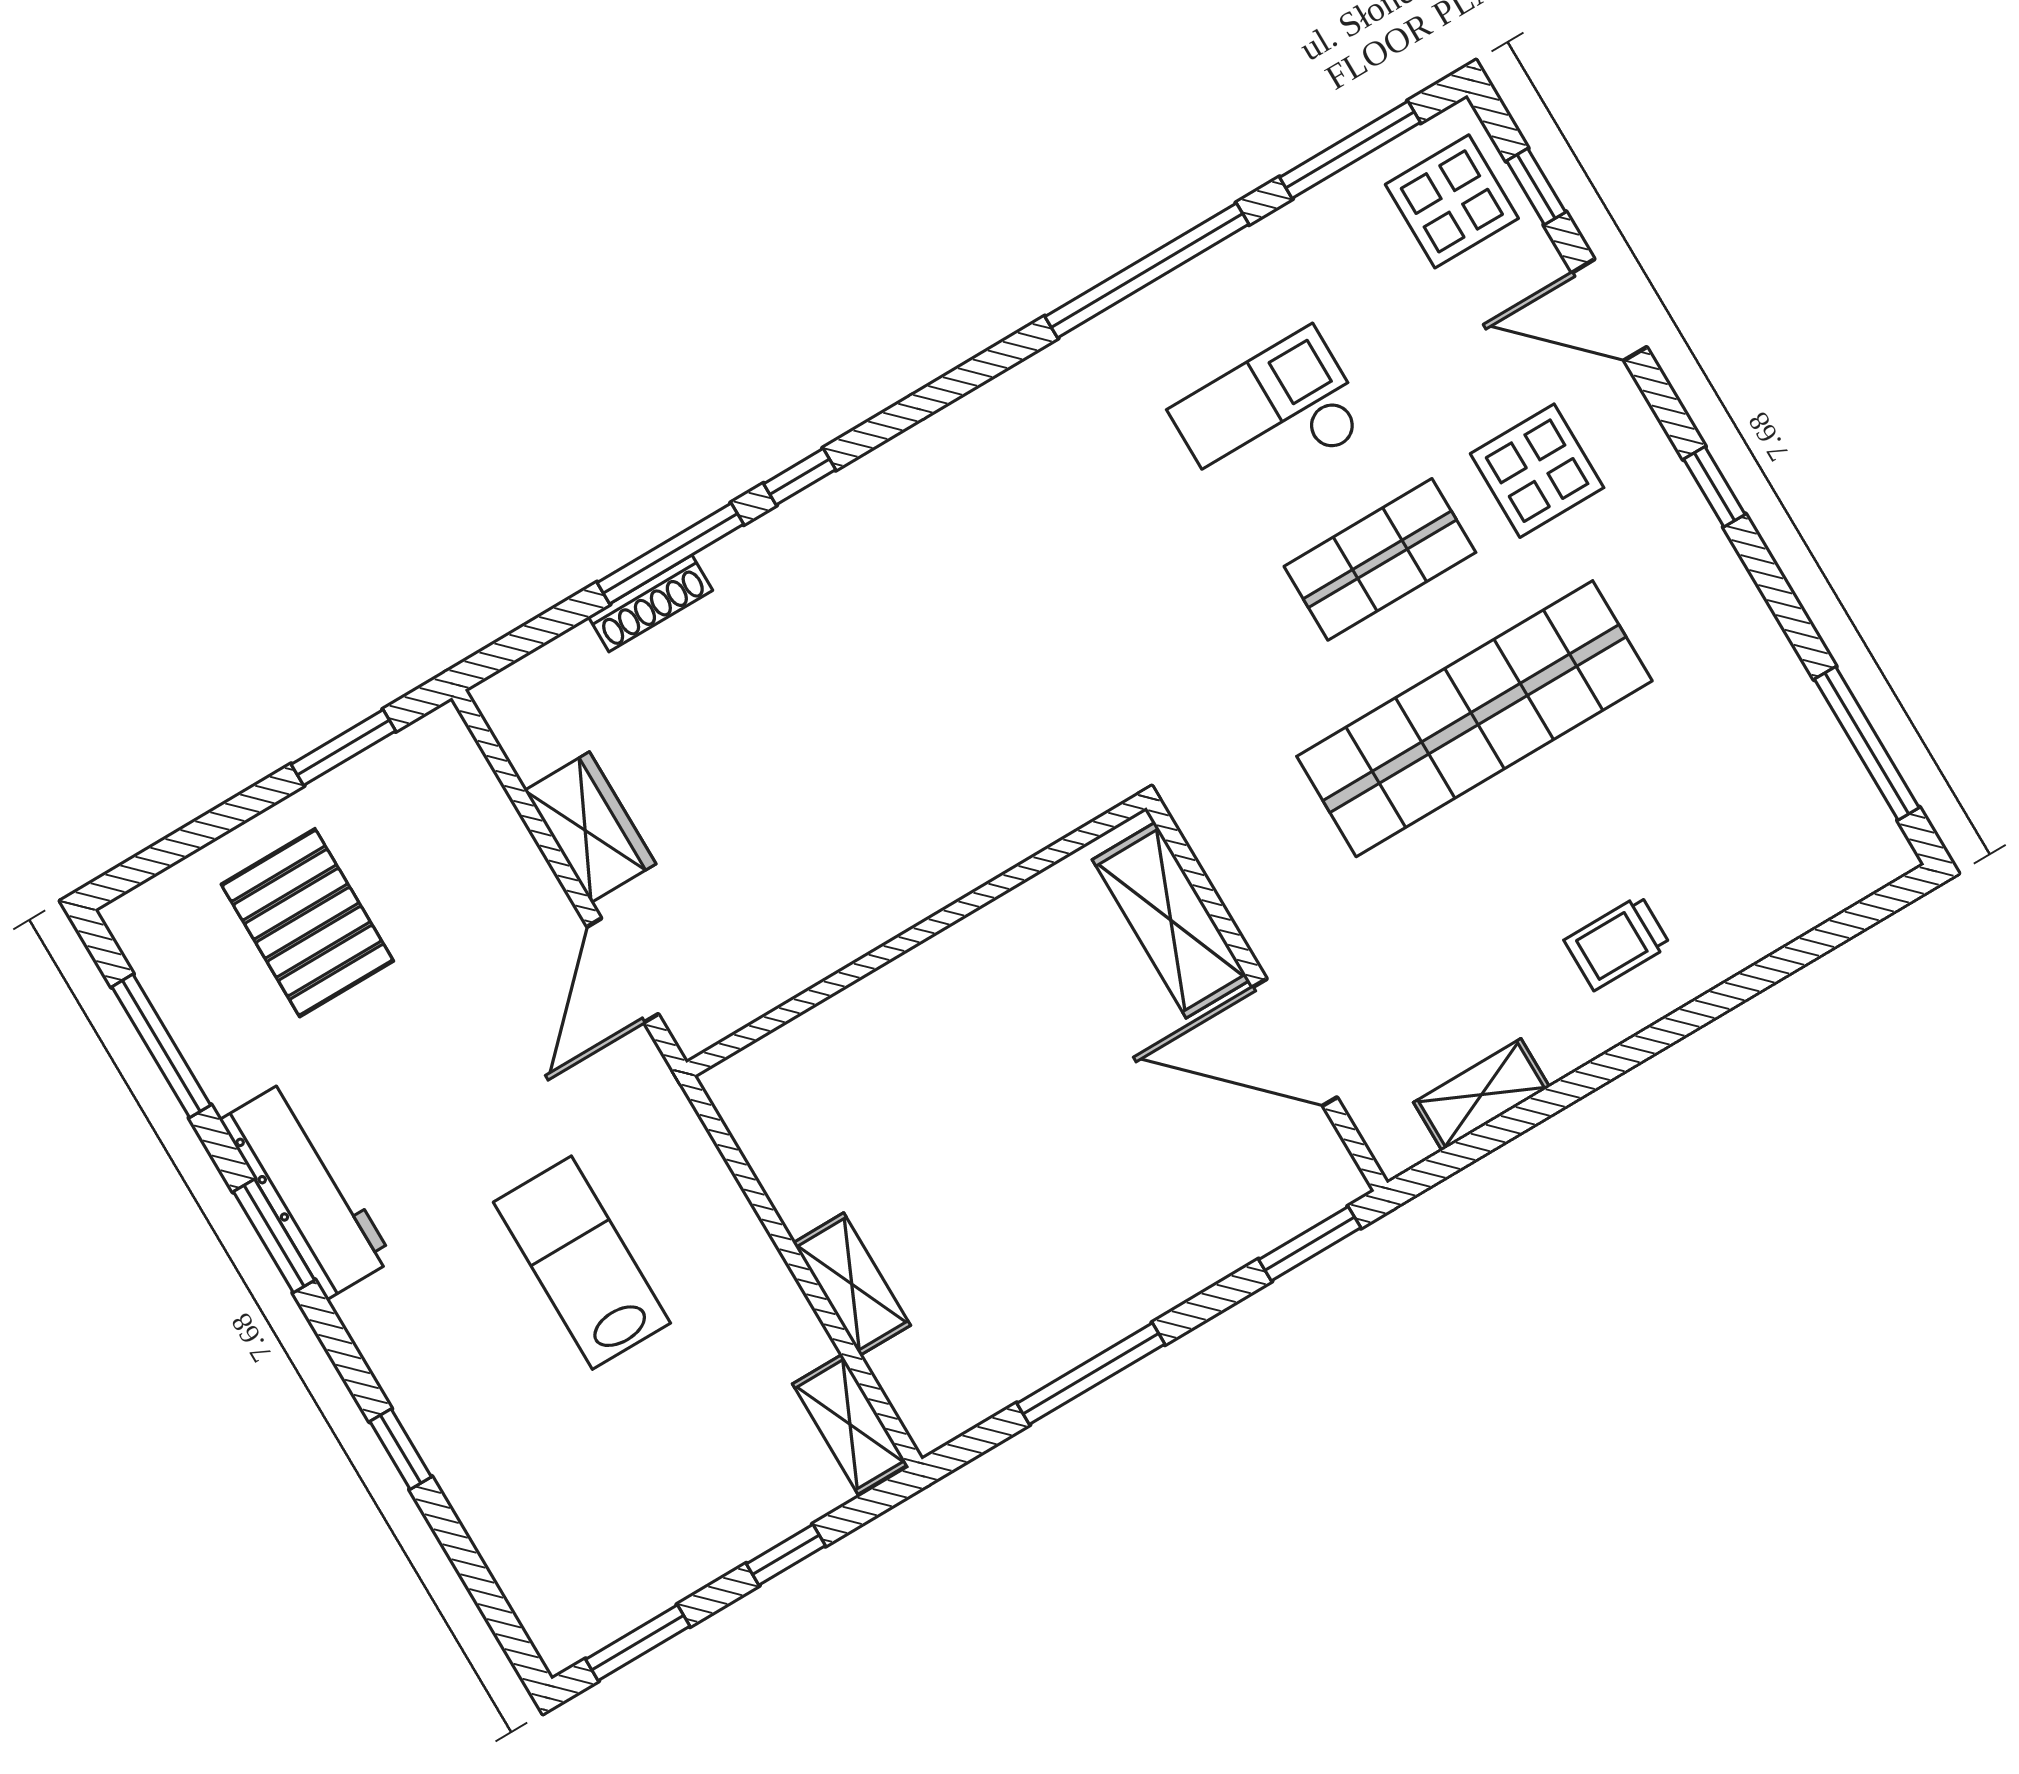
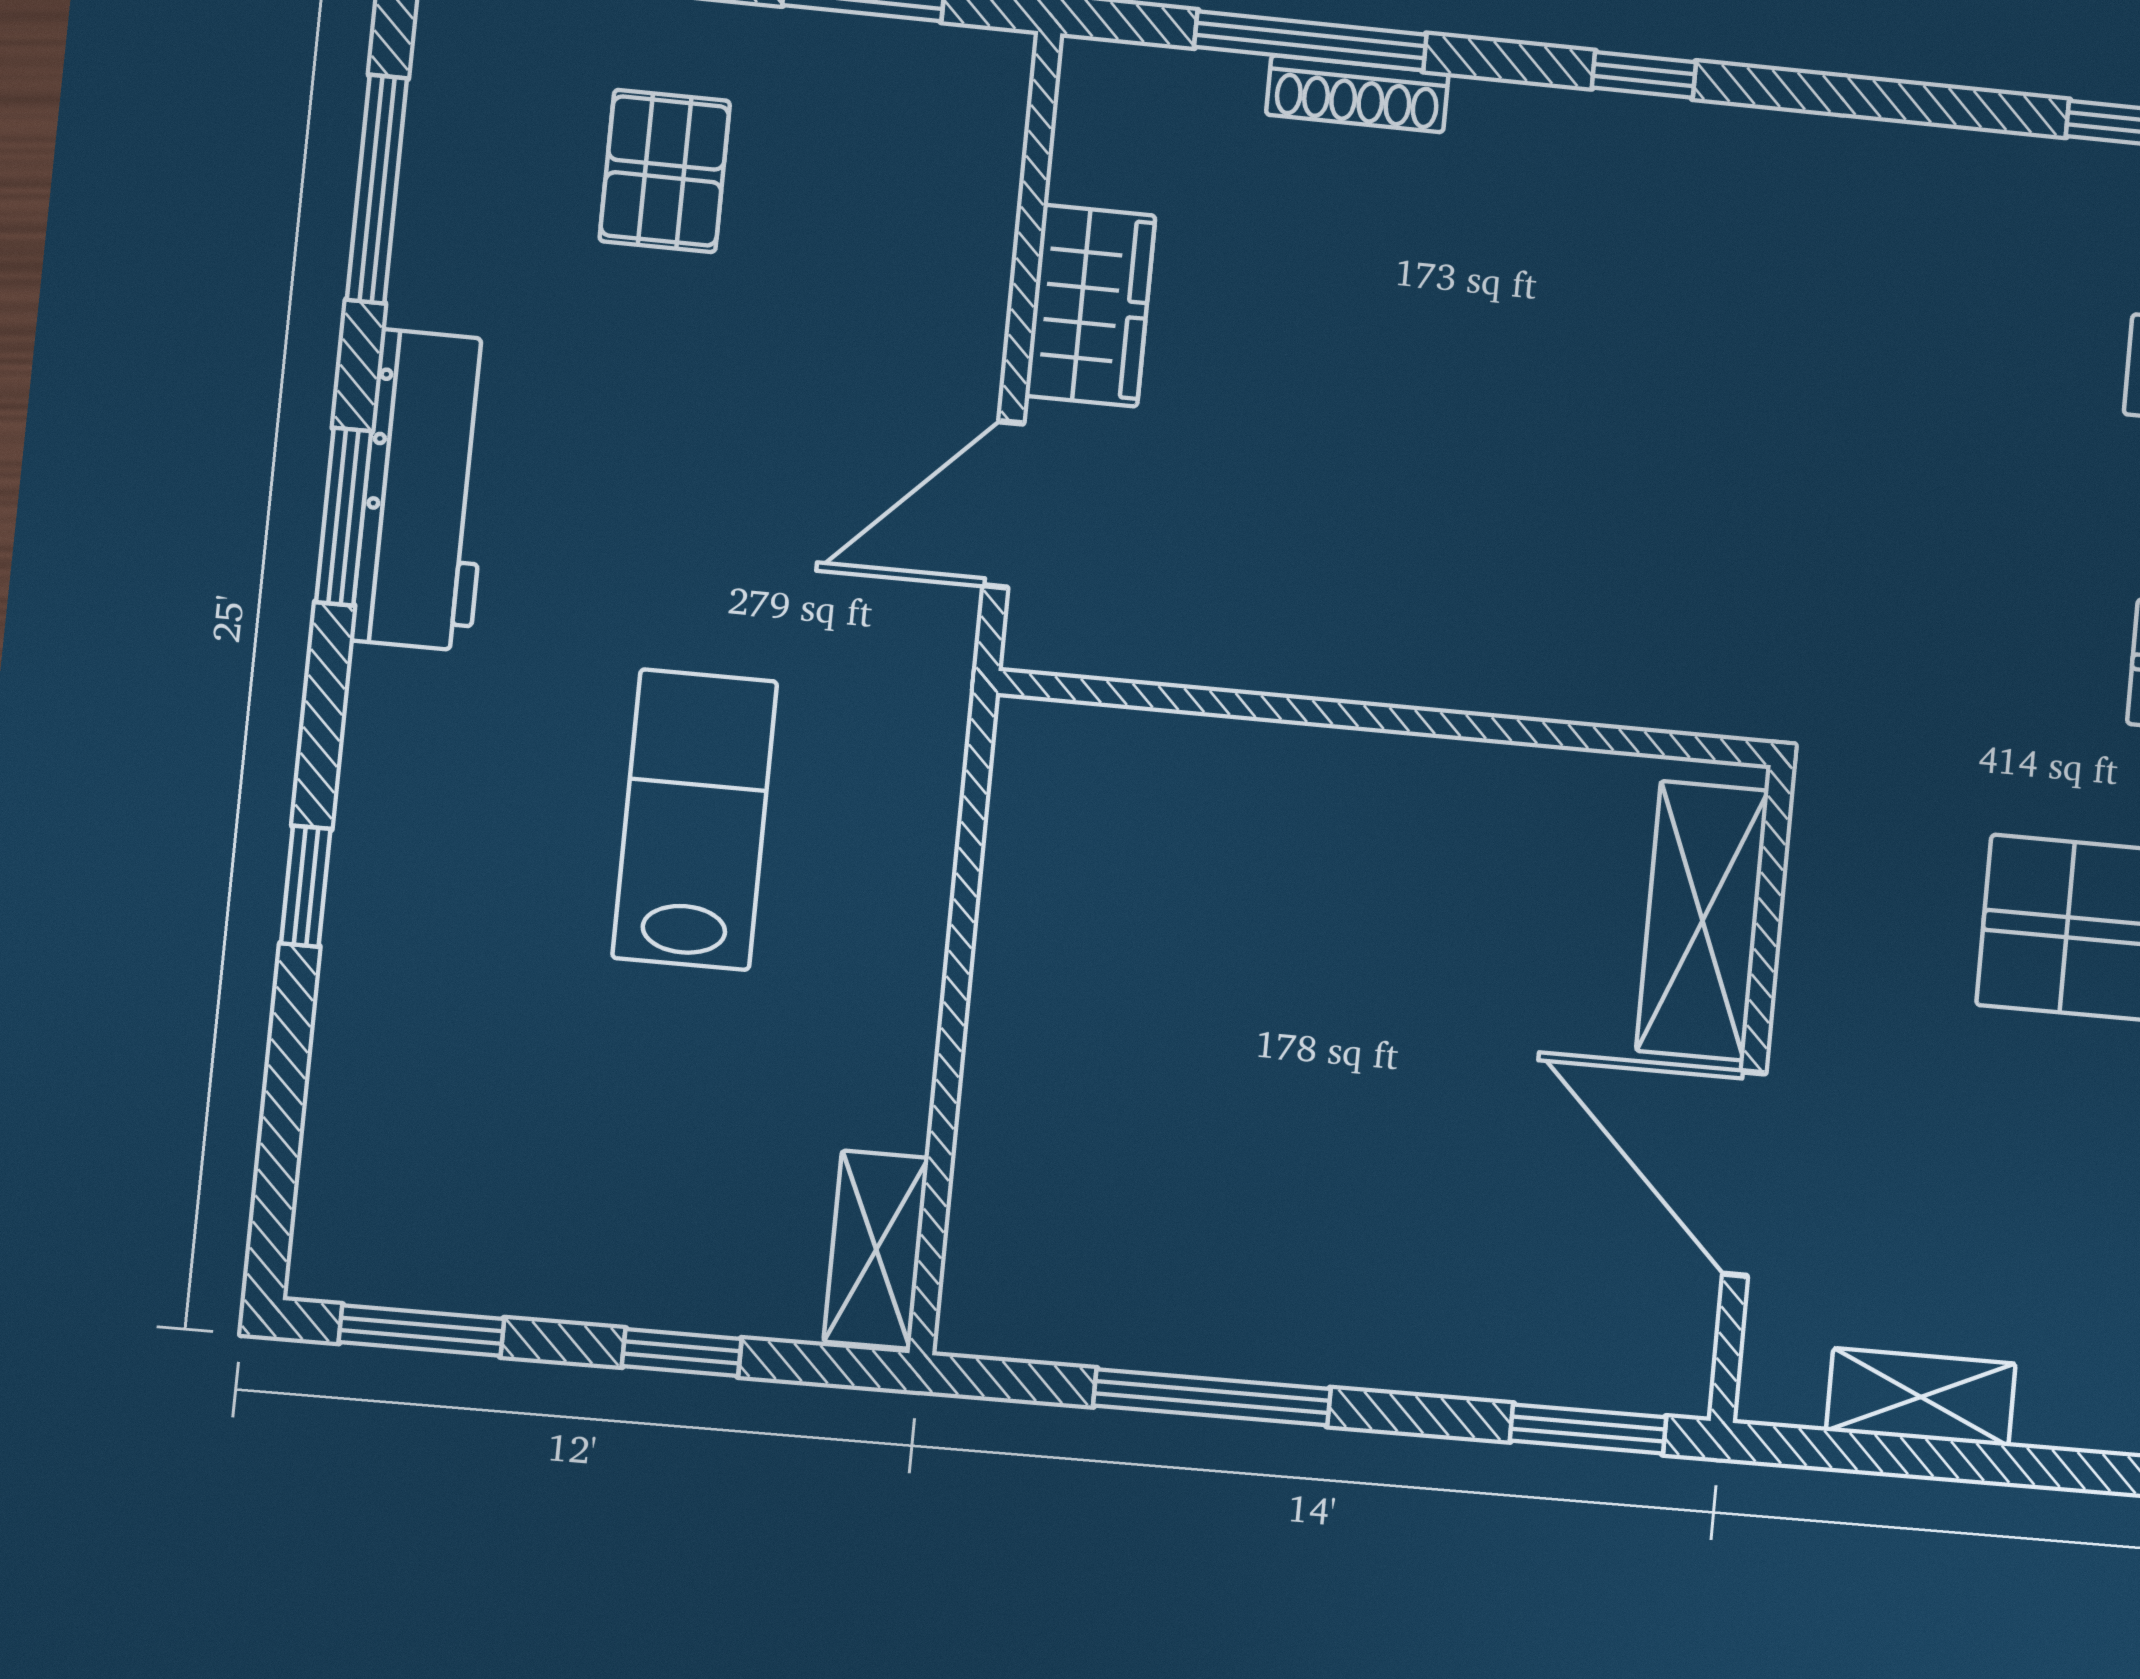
window: (670, 553) -> (1310, 41), moved
pallet: (307, 923) -> (665, 171), width x0.67, depth x0.71
shelving: (852, 1284) -> (1003, 1081), removed

